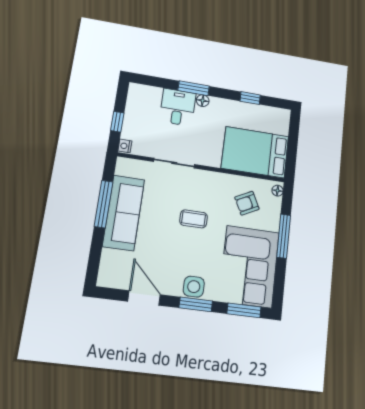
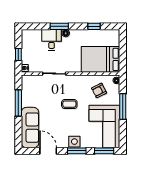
sofa: (124, 213) -> (30, 128), moved

